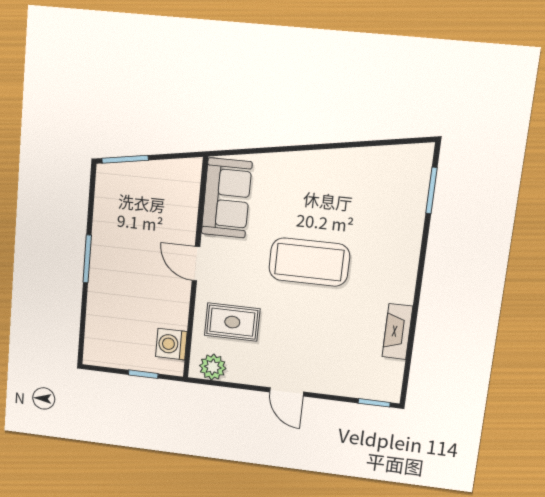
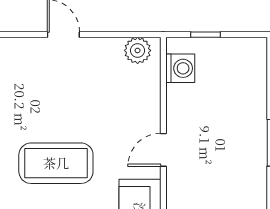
door: (196, 264) -> (163, 150), swing flipped
rug: (232, 322) -> (123, 97), removed

